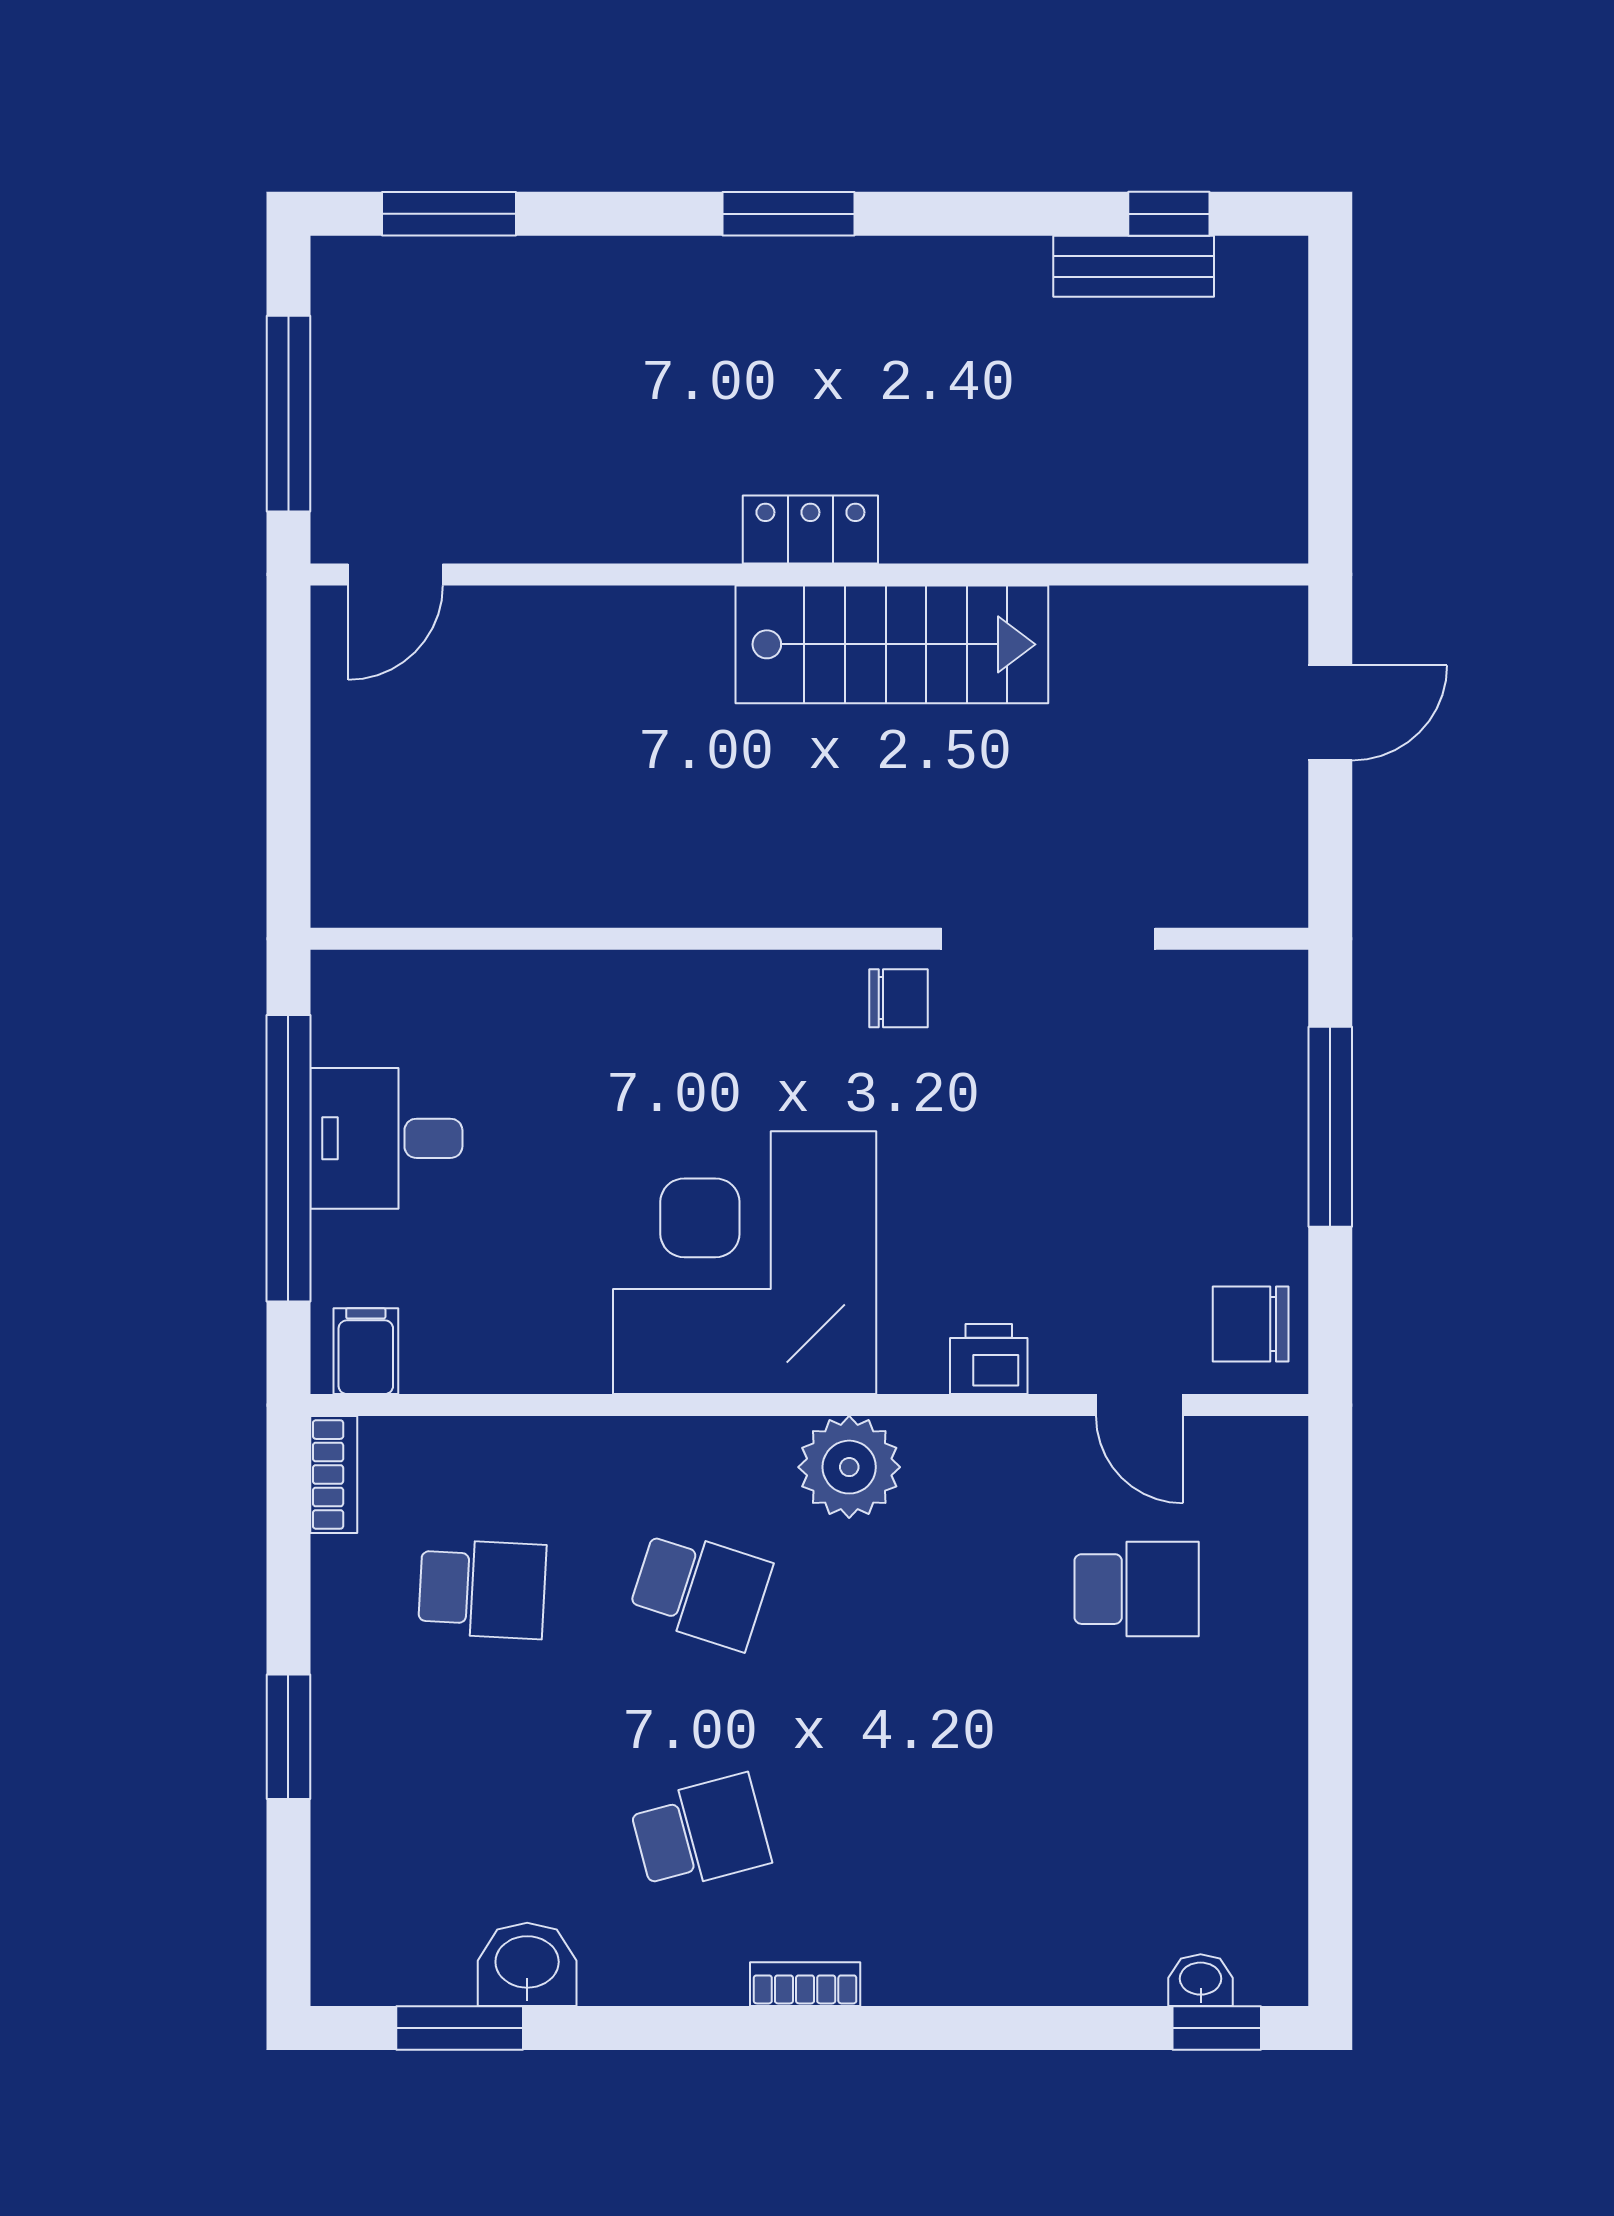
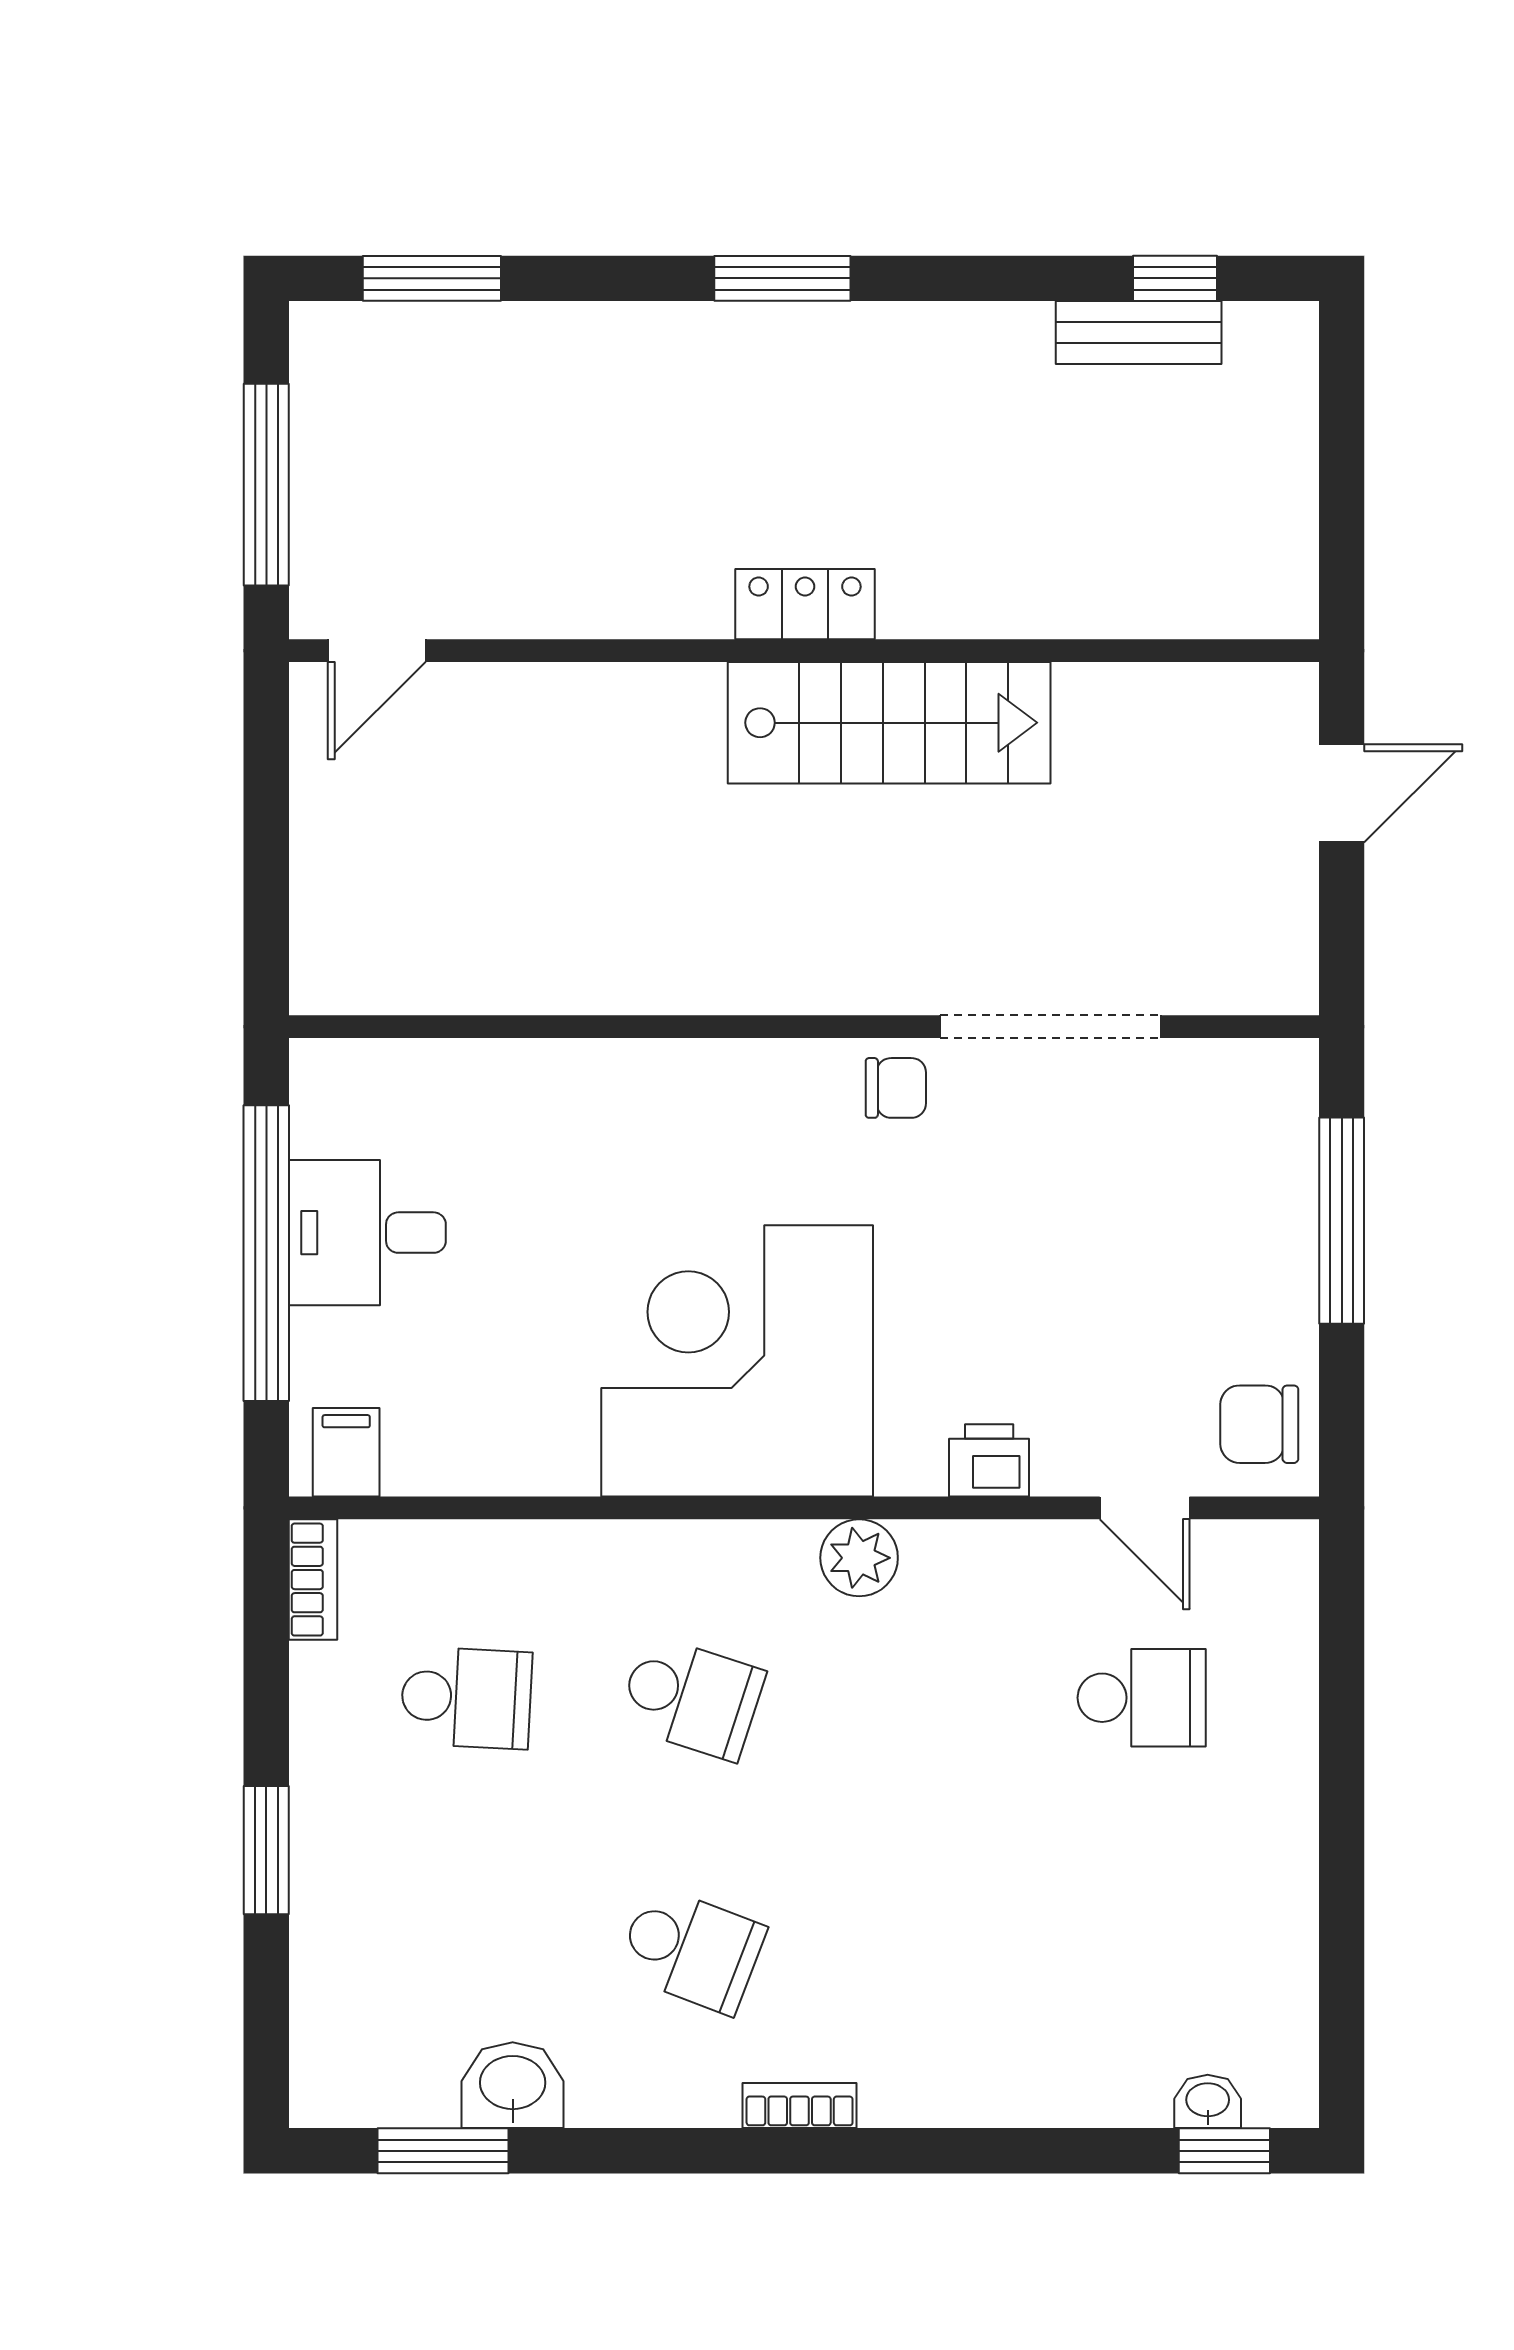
plant: (849, 1467) -> (859, 1558), width x0.73, depth x0.73
school desk: (700, 1833) -> (691, 1950), turned 36

